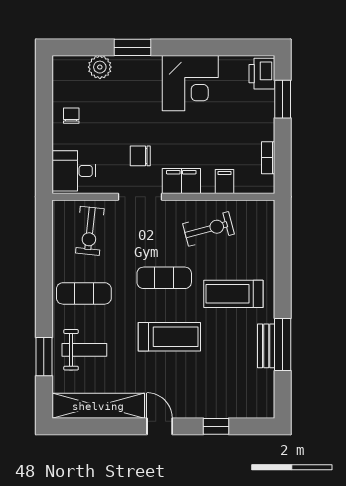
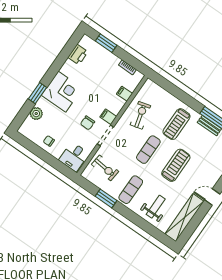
printer: (262, 74) -> (78, 54), moved, turned -90
corner desk: (190, 83) -> (62, 92), moved
filing cabinet: (181, 181) -> (108, 117), width x0.50
window: (44, 357) -> (106, 198), moved

